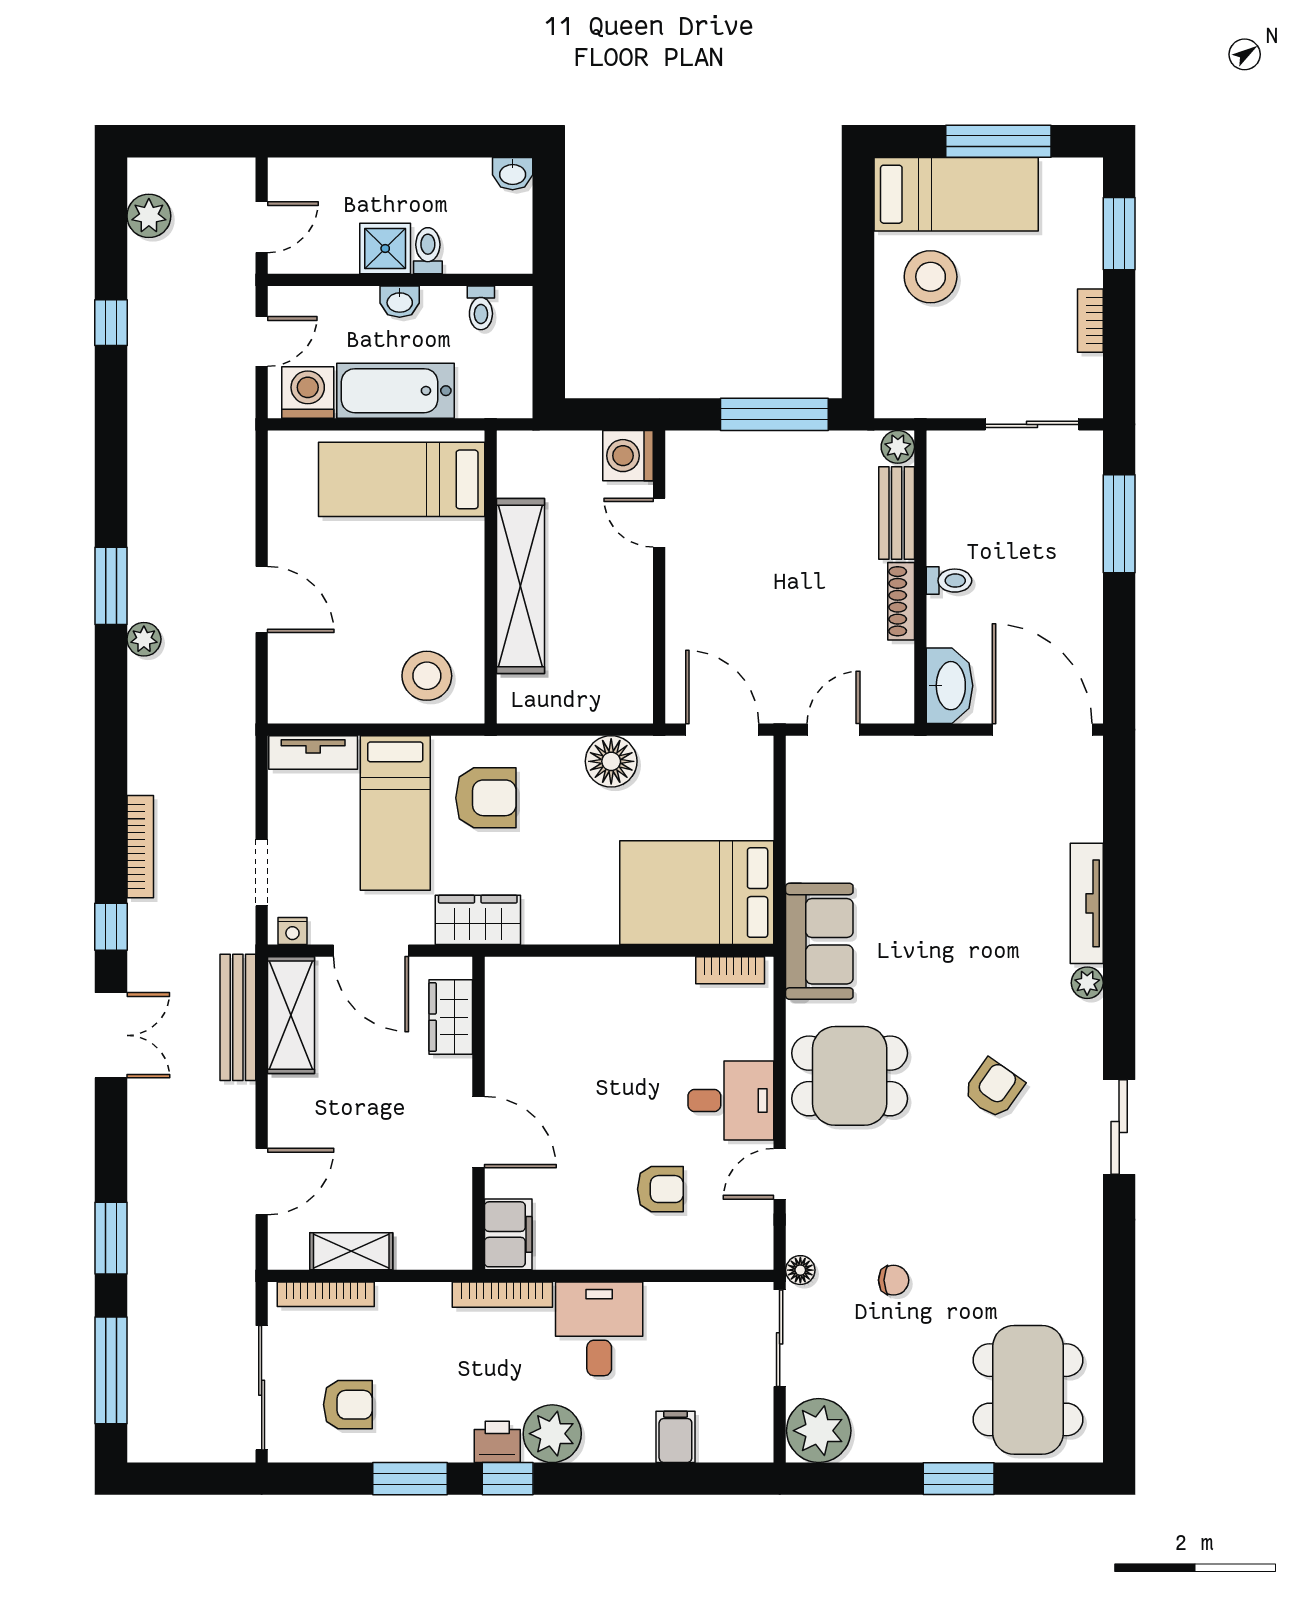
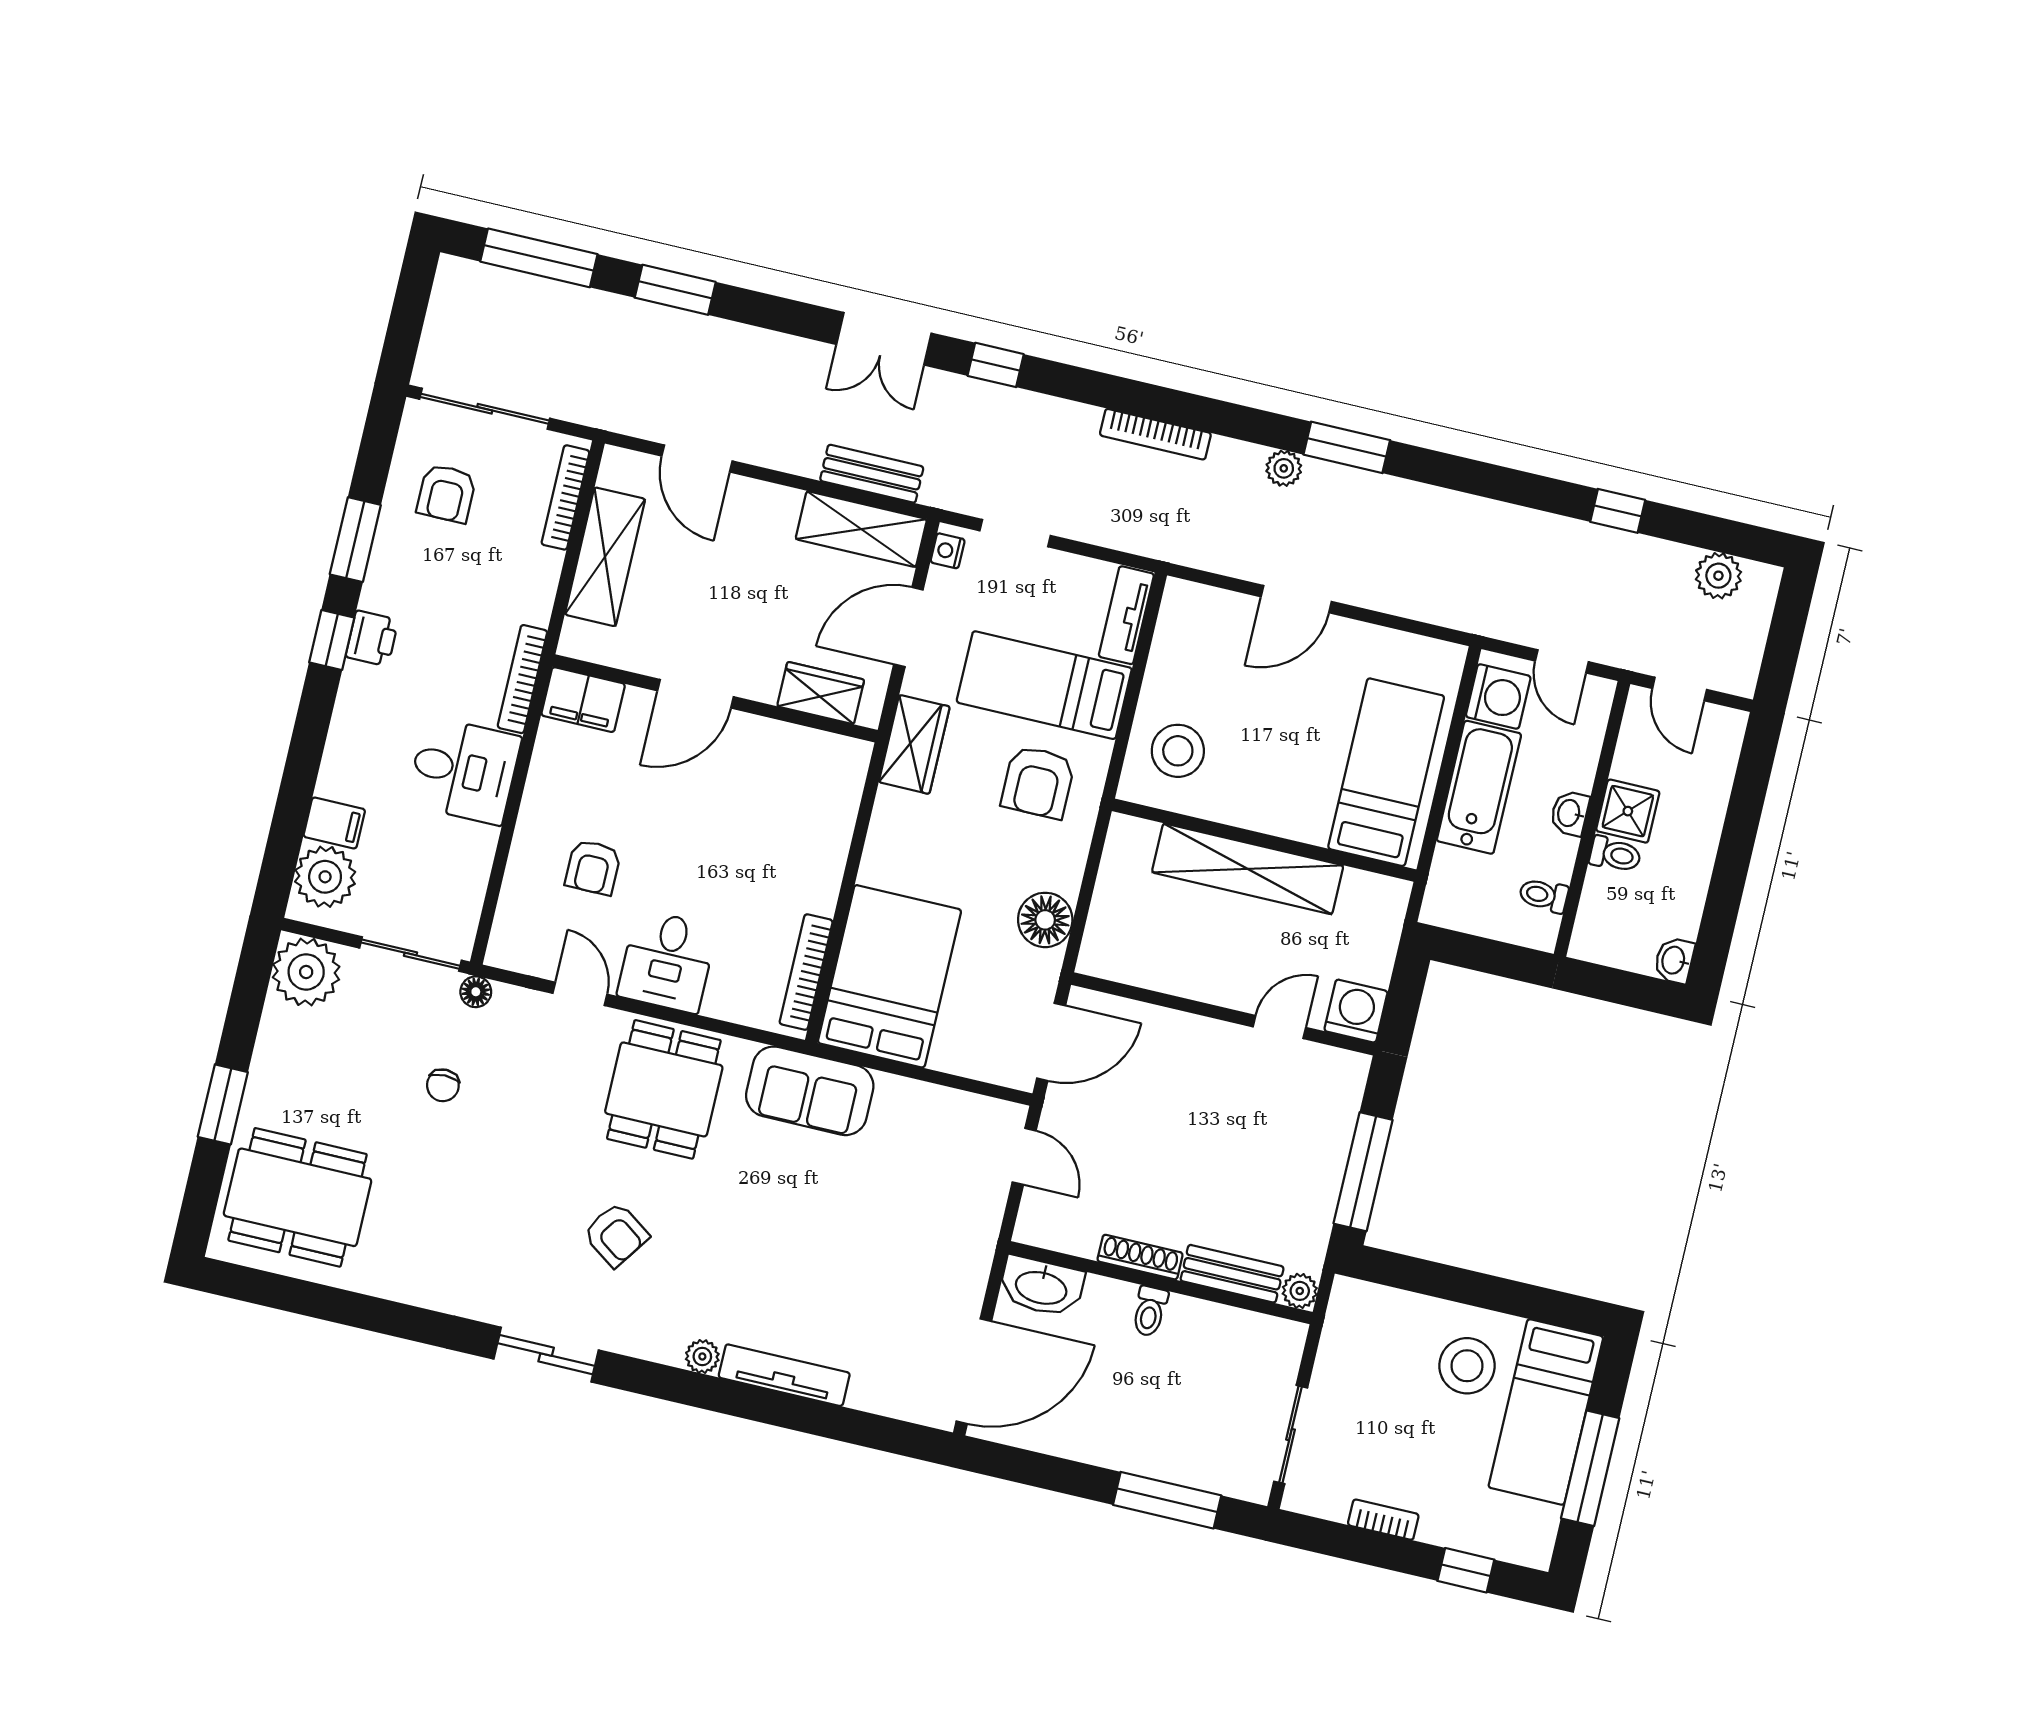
window: (1119, 234) -> (1466, 1570), width x0.67
bookcase: (140, 847) -> (1155, 434), moved
bookcase: (730, 970) -> (806, 972), width x1.56
bench: (238, 1017) -> (872, 474), width x0.73
shelving: (351, 1251) -> (605, 557), width x1.50, depth x1.33
plant: (552, 1434) -> (325, 877), moved

